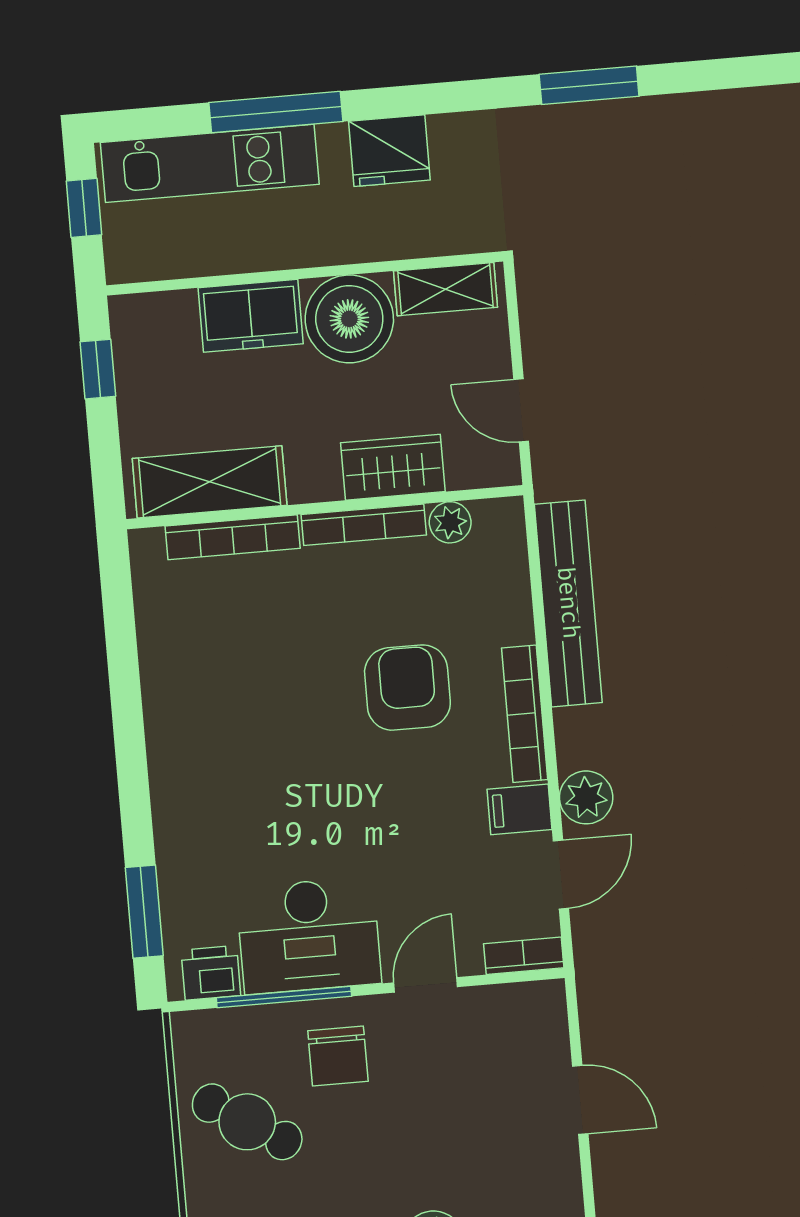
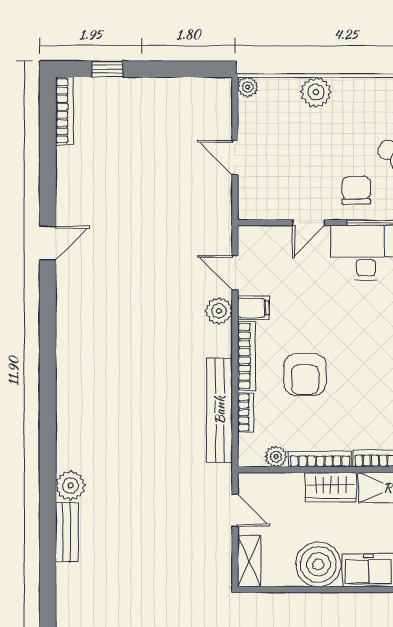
shelving: (445, 289) -> (249, 561), moved, turned 90
wardrobe: (393, 467) -> (331, 487), moved
door: (561, 875) -> (235, 273), hinge flipped
bookcase: (524, 956) -> (246, 413), moved, turned -90

